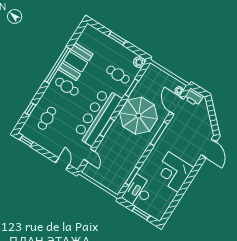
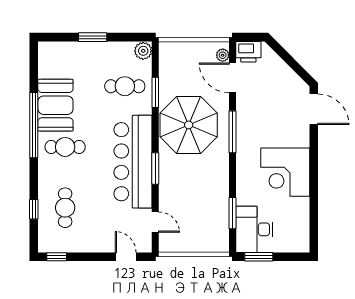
window: (141, 213) -> (259, 257), moved

